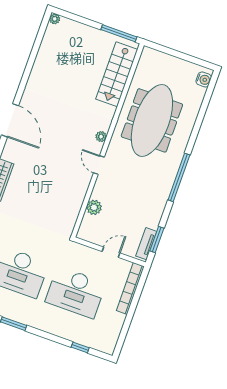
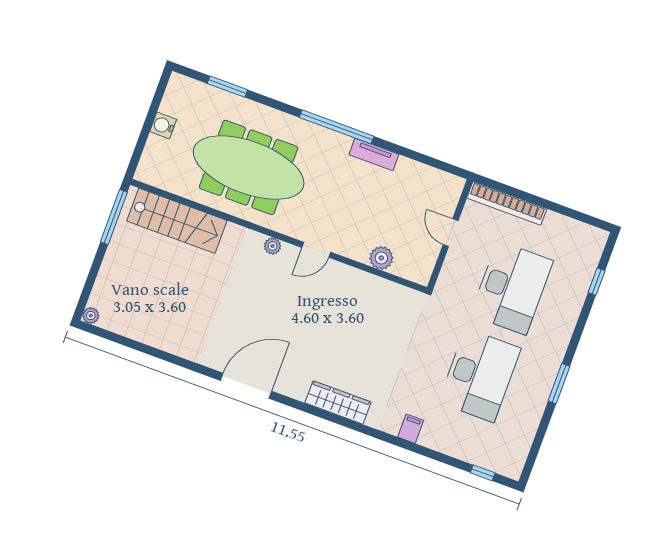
water cooler: (204, 79) -> (163, 125), moved, turned -90
window: (157, 240) -> (227, 87), moved
tv unit: (146, 244) -> (374, 155), moved

